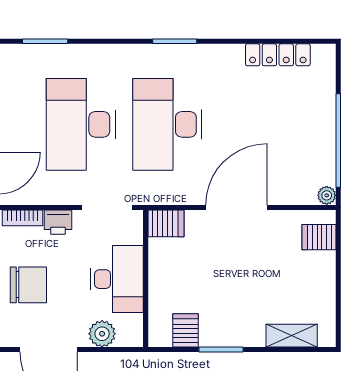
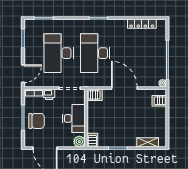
door: (236, 207) -> (124, 88), hinge flipped
server rack: (185, 330) -> (92, 140), moved
plant: (102, 334) -> (79, 142), moved

